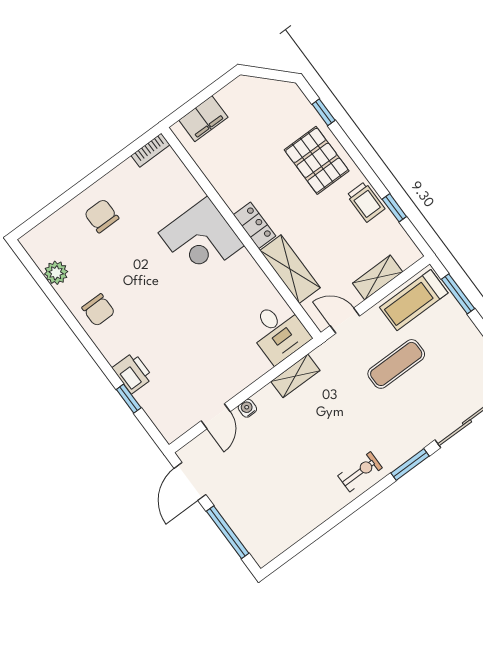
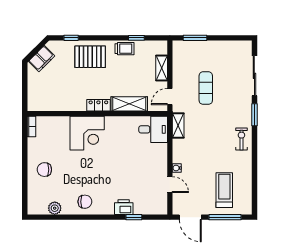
filing cabinet: (203, 119) -> (42, 59), moved, turned 45
treadmill: (414, 300) -> (224, 190), moved, turned 180
shelving: (295, 376) -> (178, 125), moved

